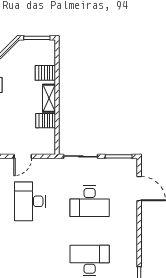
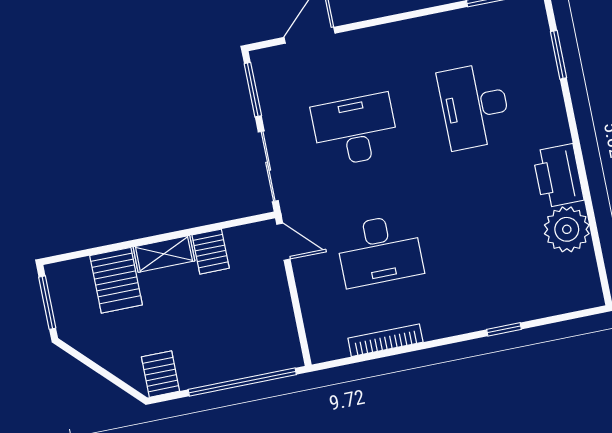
server rack: (45, 73) -> (116, 280), width x1.36, depth x1.44
door: (23, 156) -> (283, 242), moved
desk: (90, 201) -> (355, 130), turned -90

